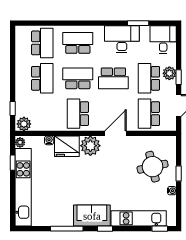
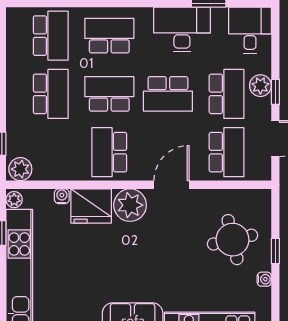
school desk: (149, 78) -> (227, 94), turned 180
school desk: (149, 114) -> (227, 152), turned 180

